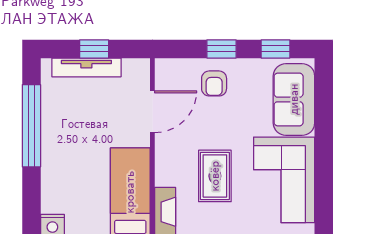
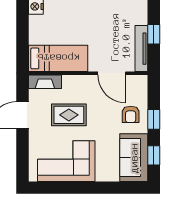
tv unit: (86, 67) -> (141, 49), moved
armchair: (214, 83) -> (131, 114), turned -90
sofa: (294, 99) -> (134, 158), moved, turned -90

